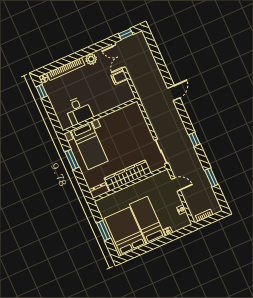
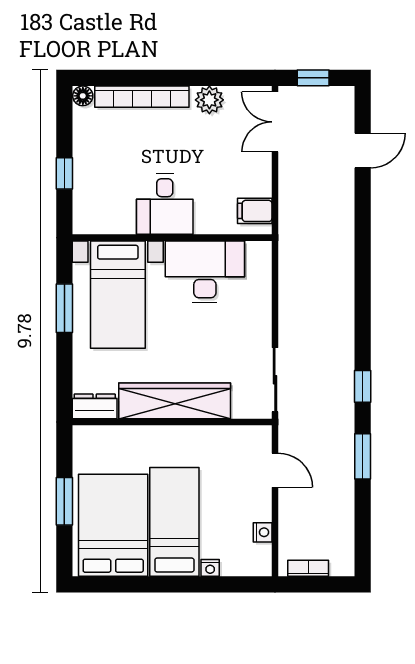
filing cabinet: (119, 77) -> (255, 211), moved
window: (42, 91) -> (64, 173), moved
door: (174, 93) -> (363, 151), moved
desk: (79, 111) -> (165, 204), moved
desk: (118, 123) -> (205, 272), added
window: (211, 177) -> (363, 456), moved

